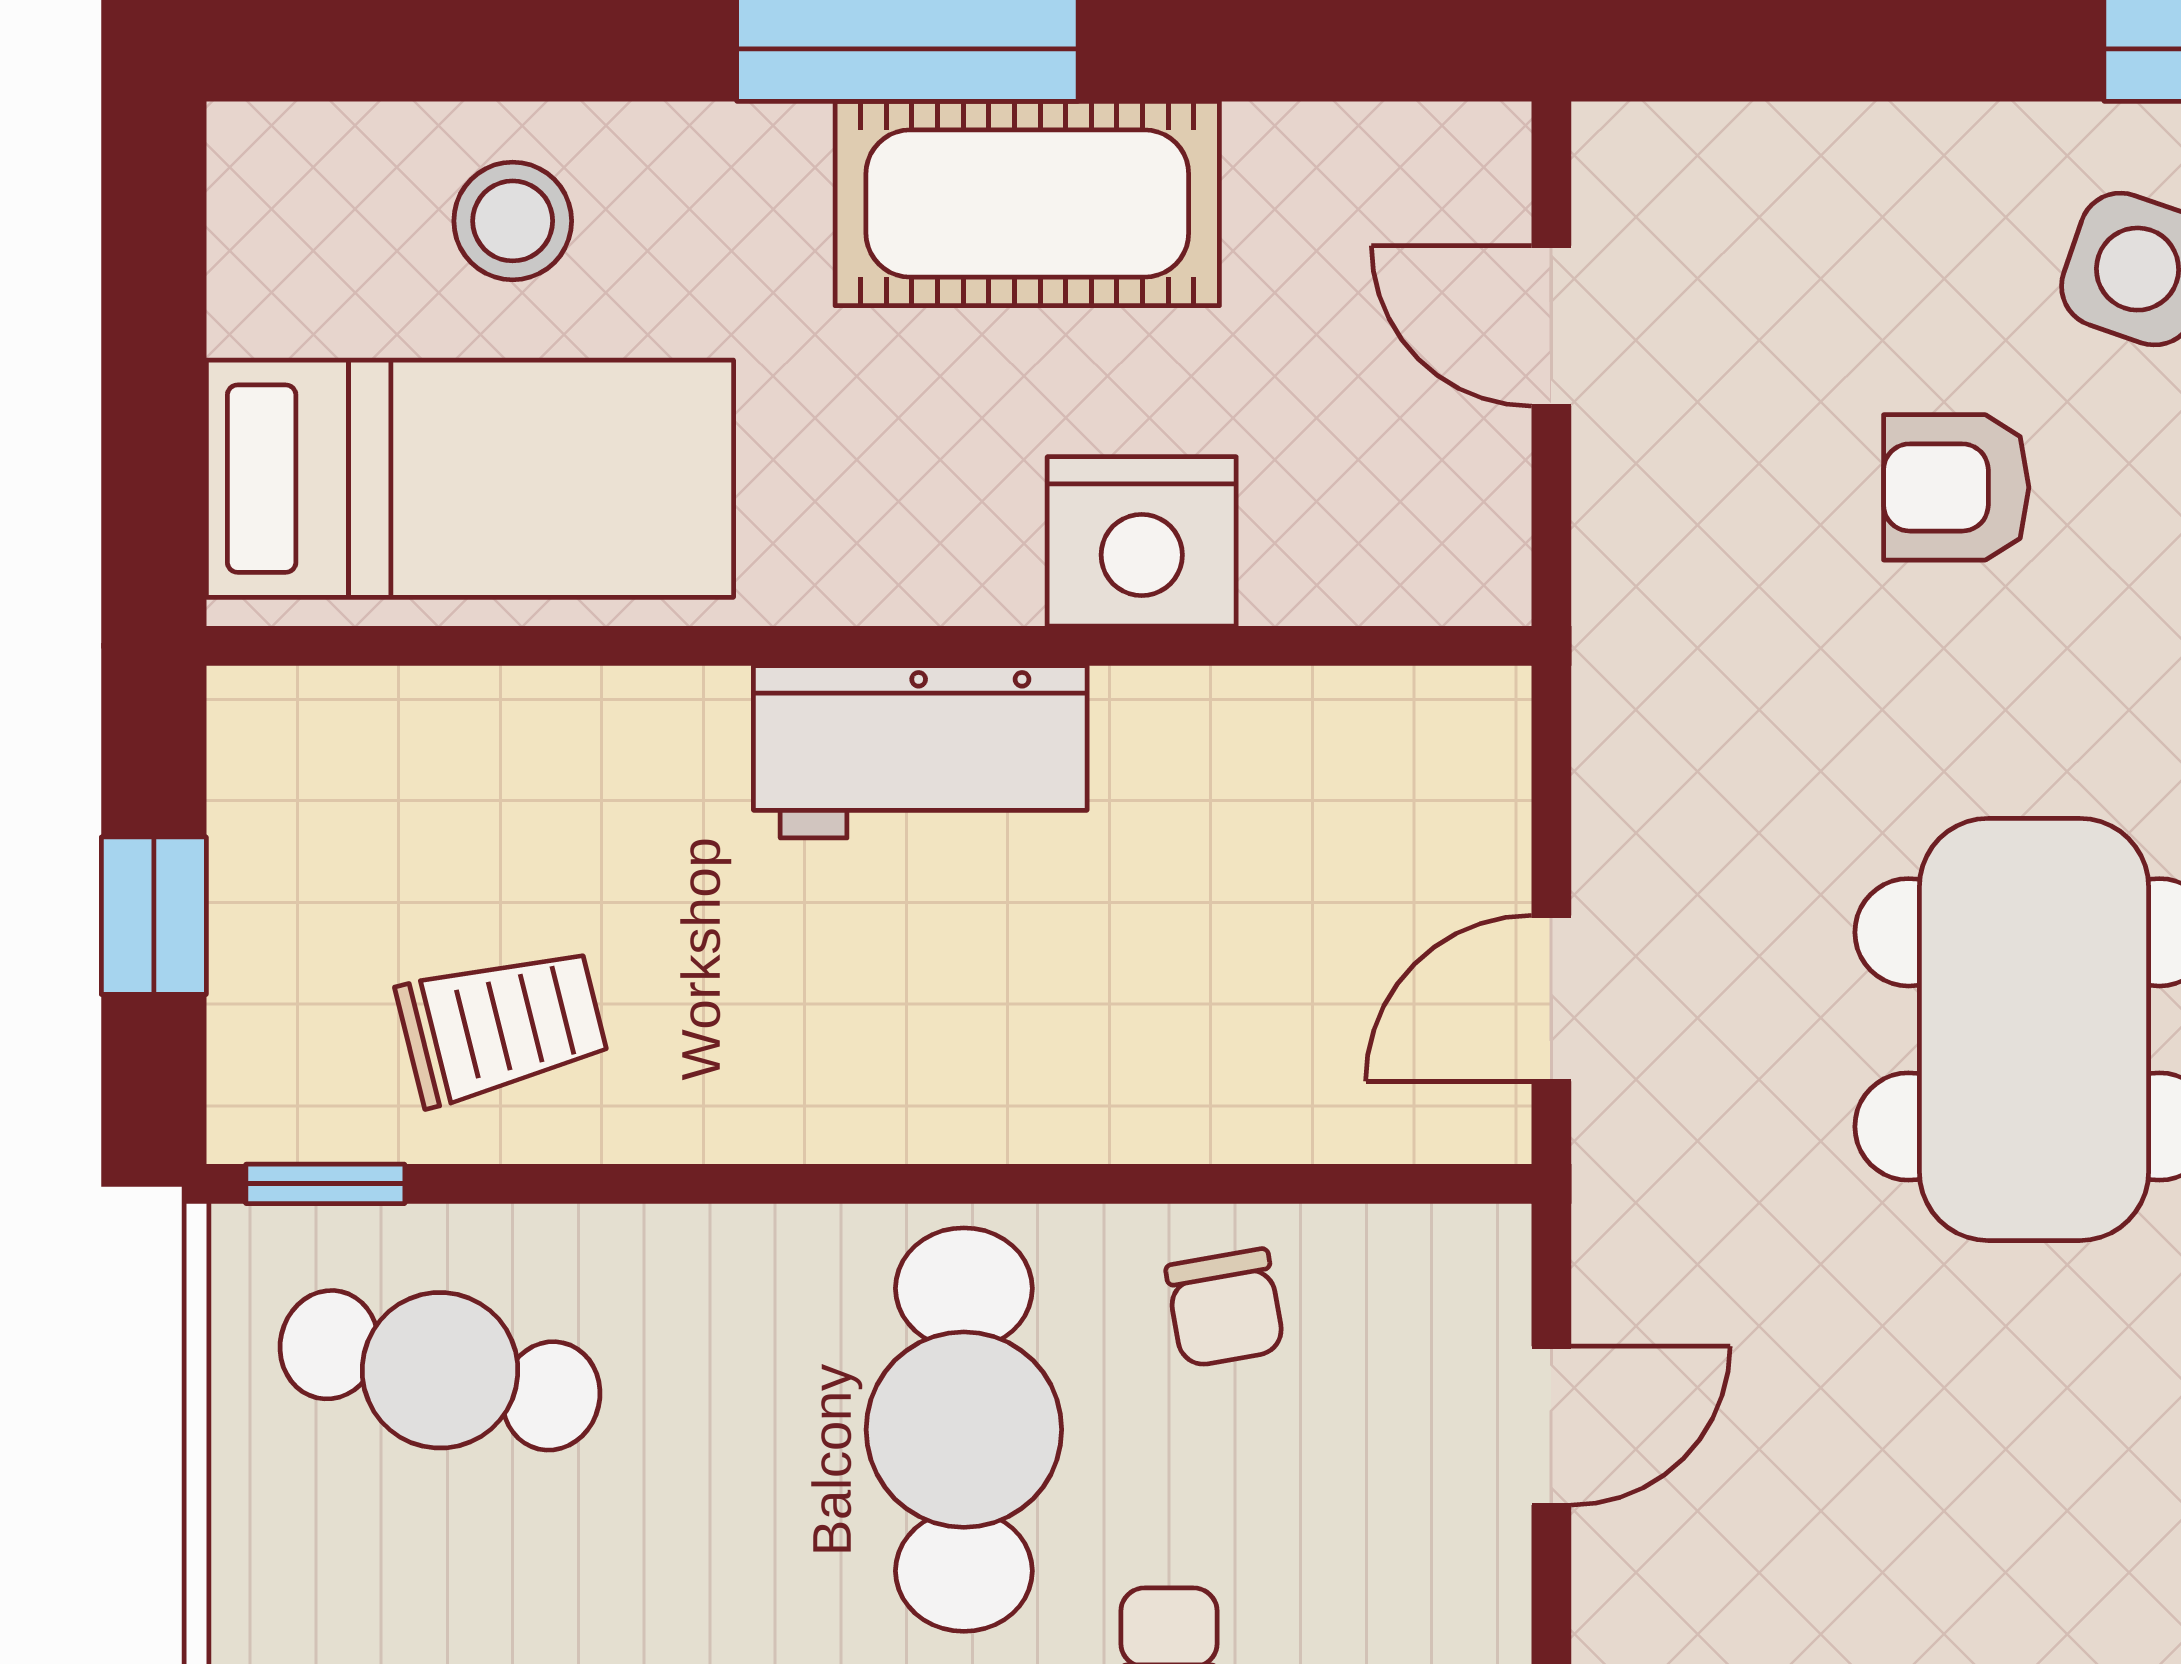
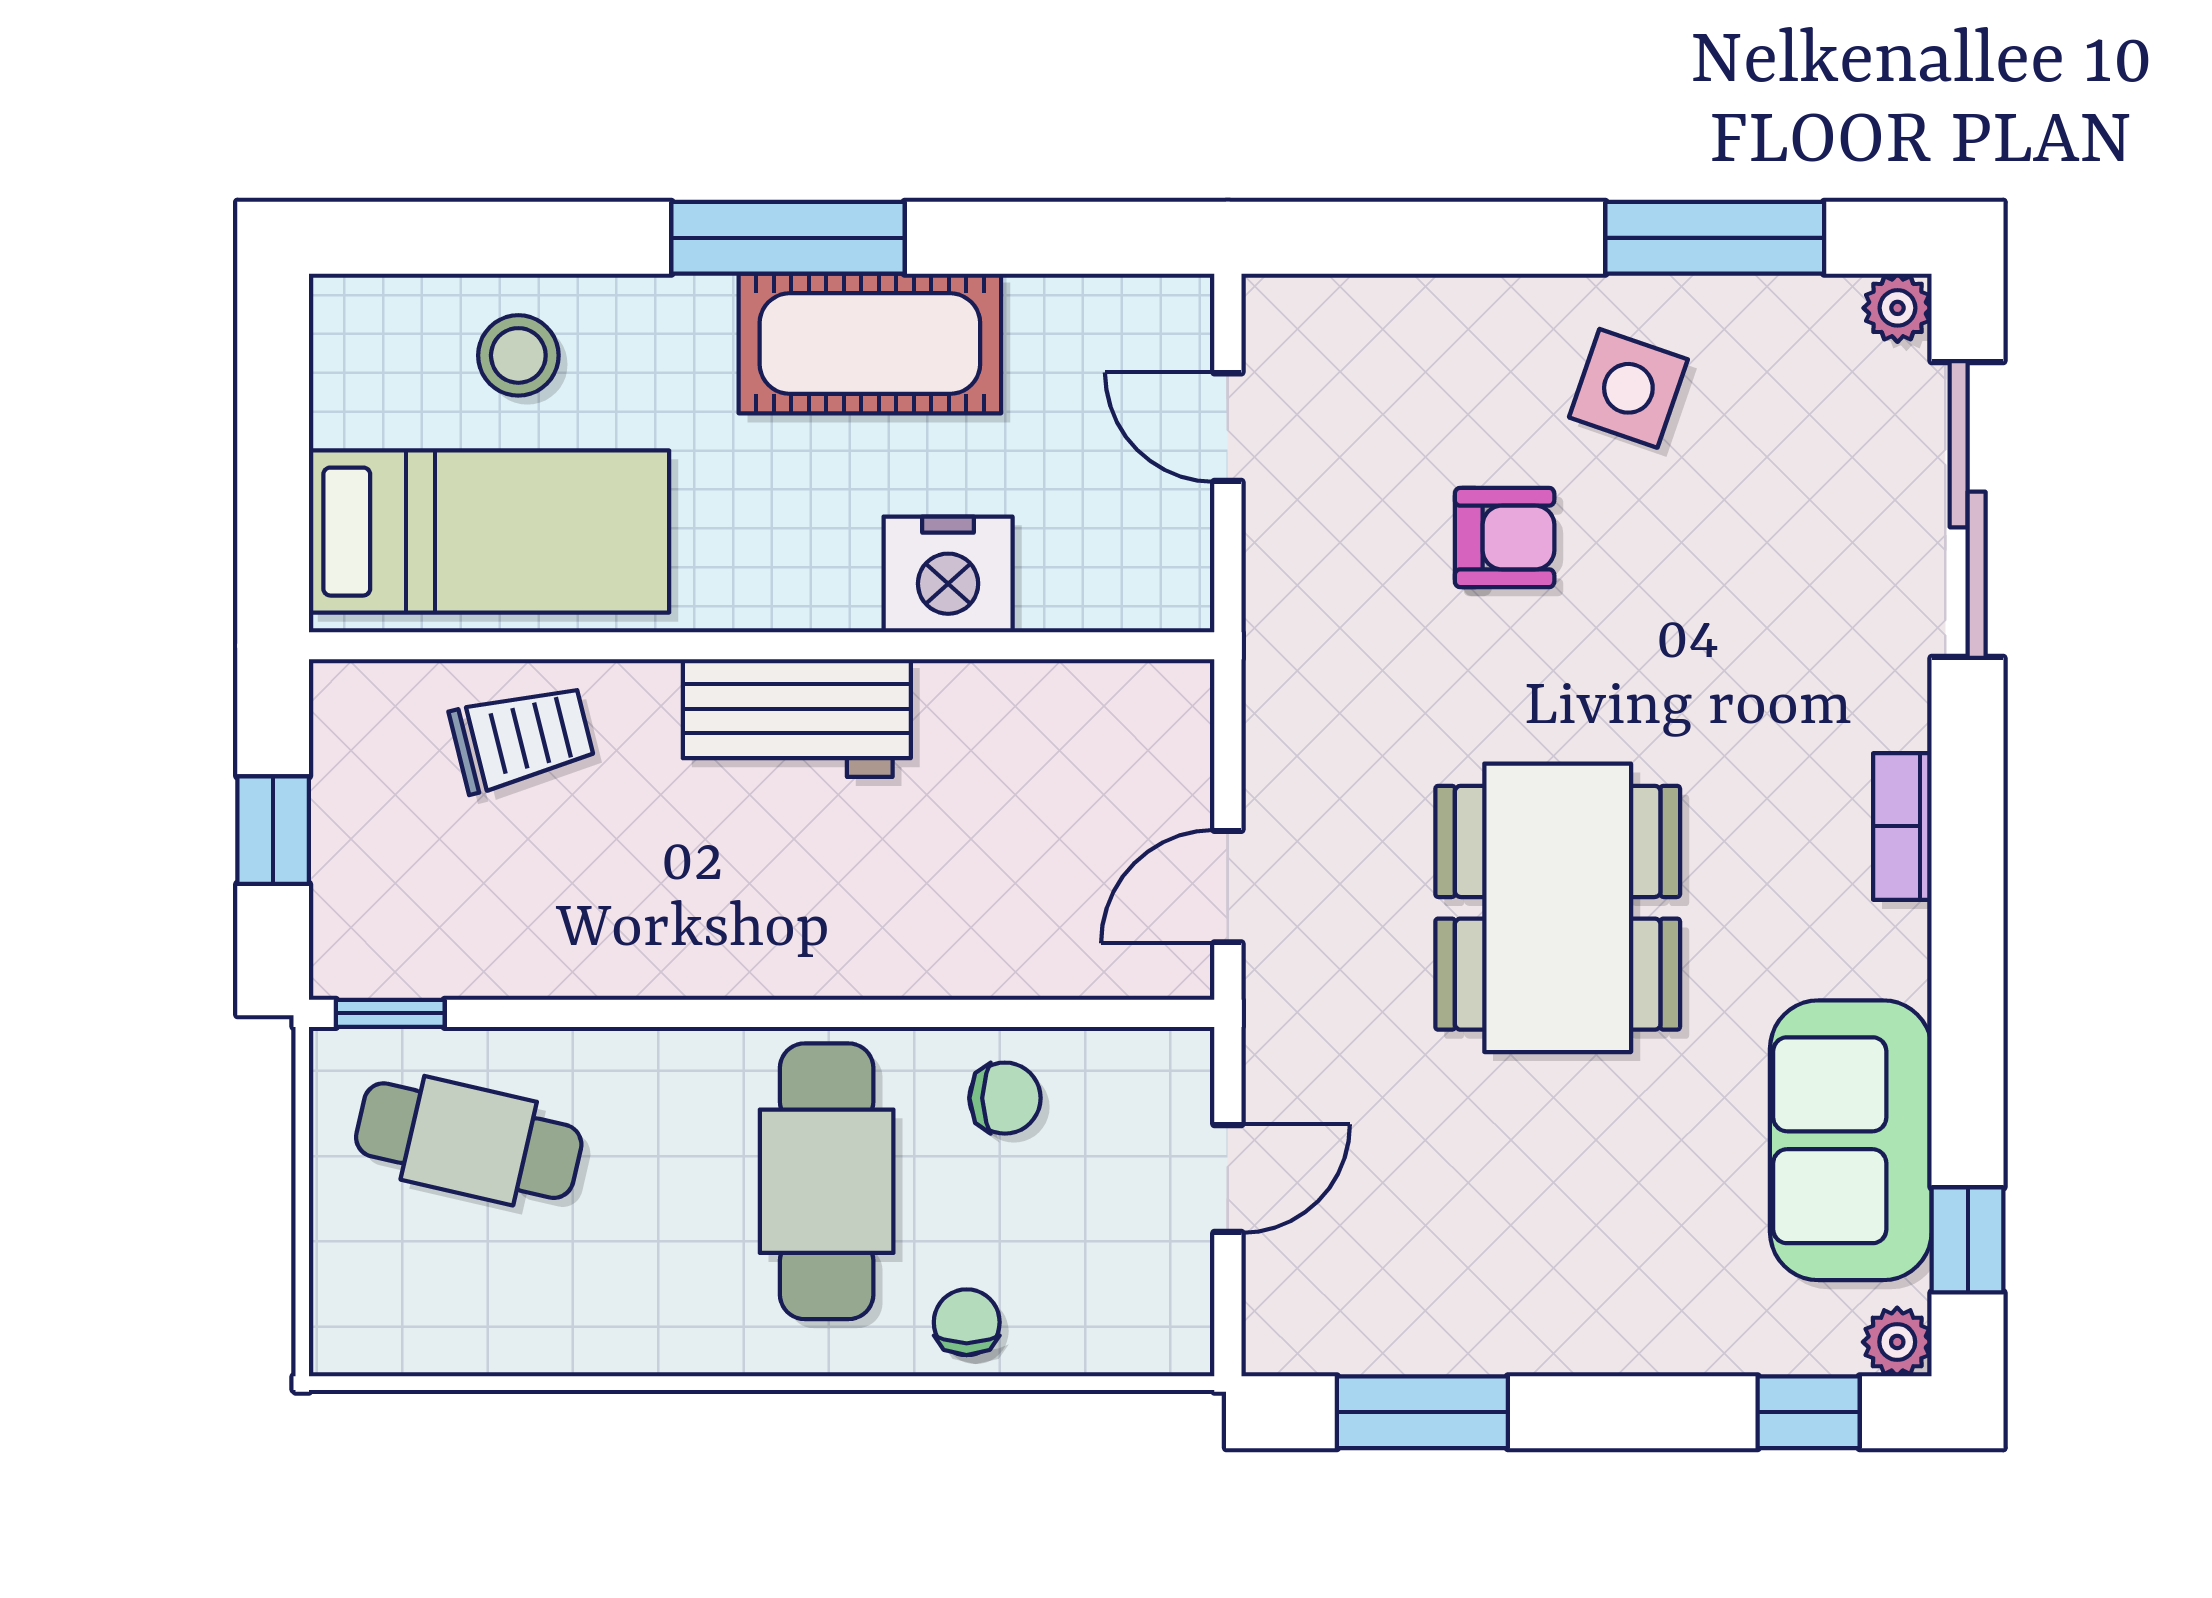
armchair: (1956, 487) -> (1505, 538), turned 180
trolley: (502, 1025) -> (522, 738), moved
chair: (1225, 1308) -> (1005, 1098), turned -80

